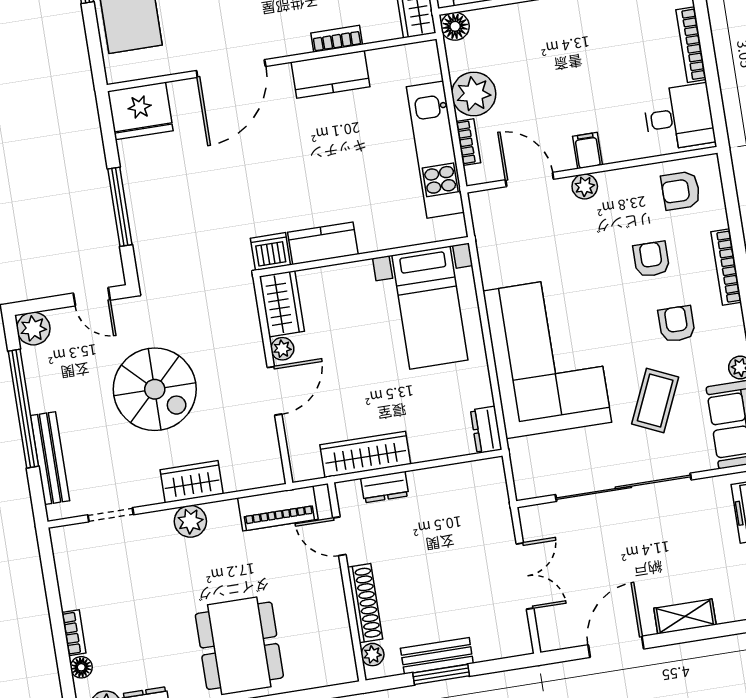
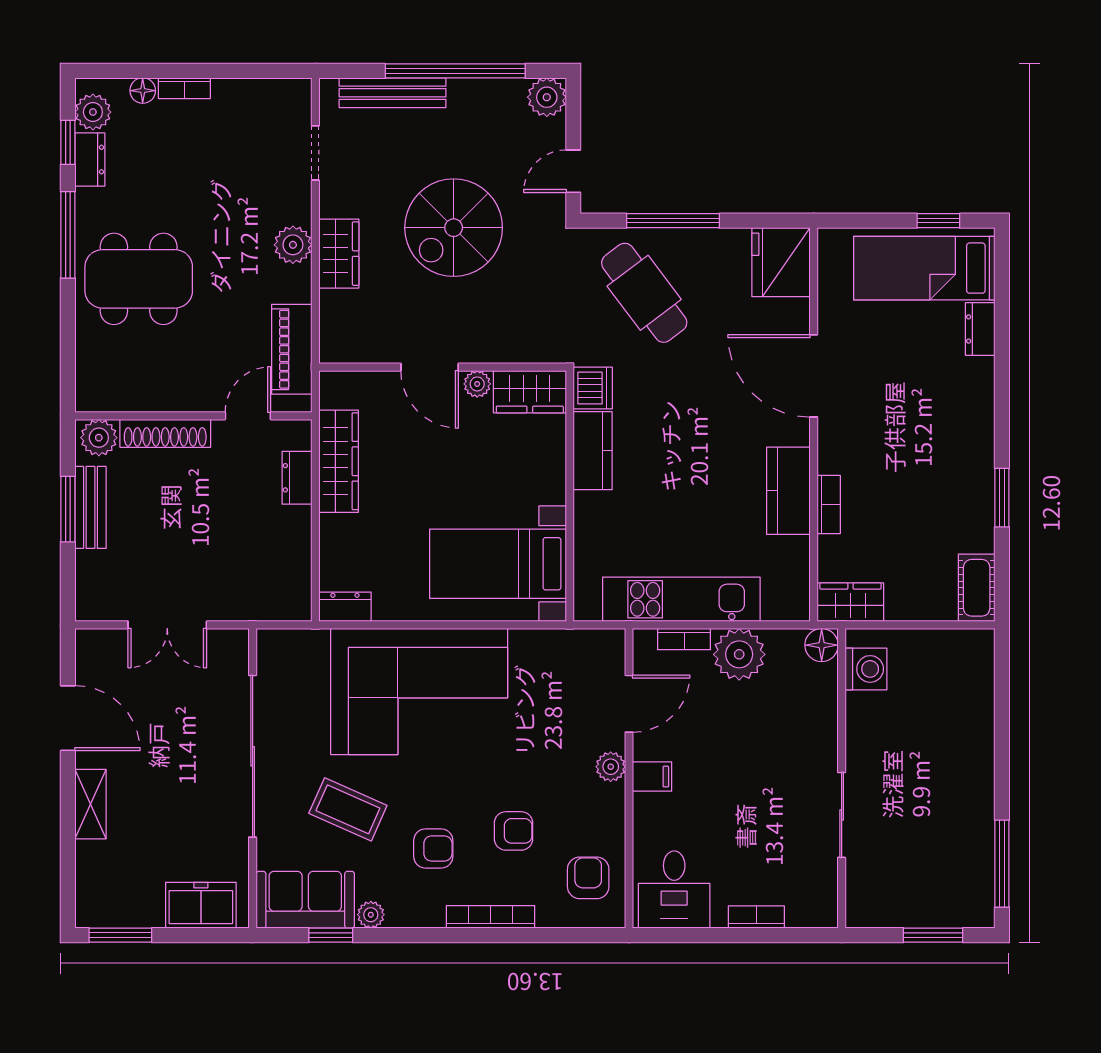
bookcase: (691, 45) -> (756, 917), width x0.64
cafe table: (184, 221) -> (644, 293), added
plant: (372, 655) -> (99, 438), width x1.38, depth x1.38

